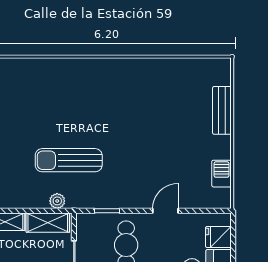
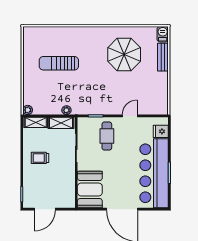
parasol: (156, 106) -> (124, 55), added
sun lounger: (69, 160) -> (59, 63), moved
barbecue: (222, 174) -> (163, 34), moved

